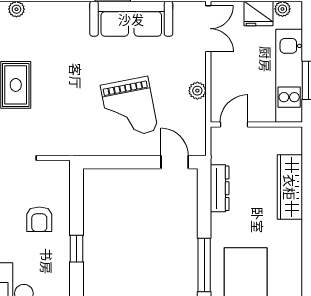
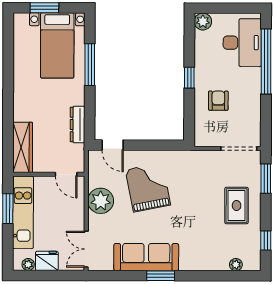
plant: (197, 91) -> (101, 201), width x1.88, depth x1.88
door: (234, 124) -> (66, 174), hinge flipped
wardrobe: (290, 187) -> (23, 147), moved

